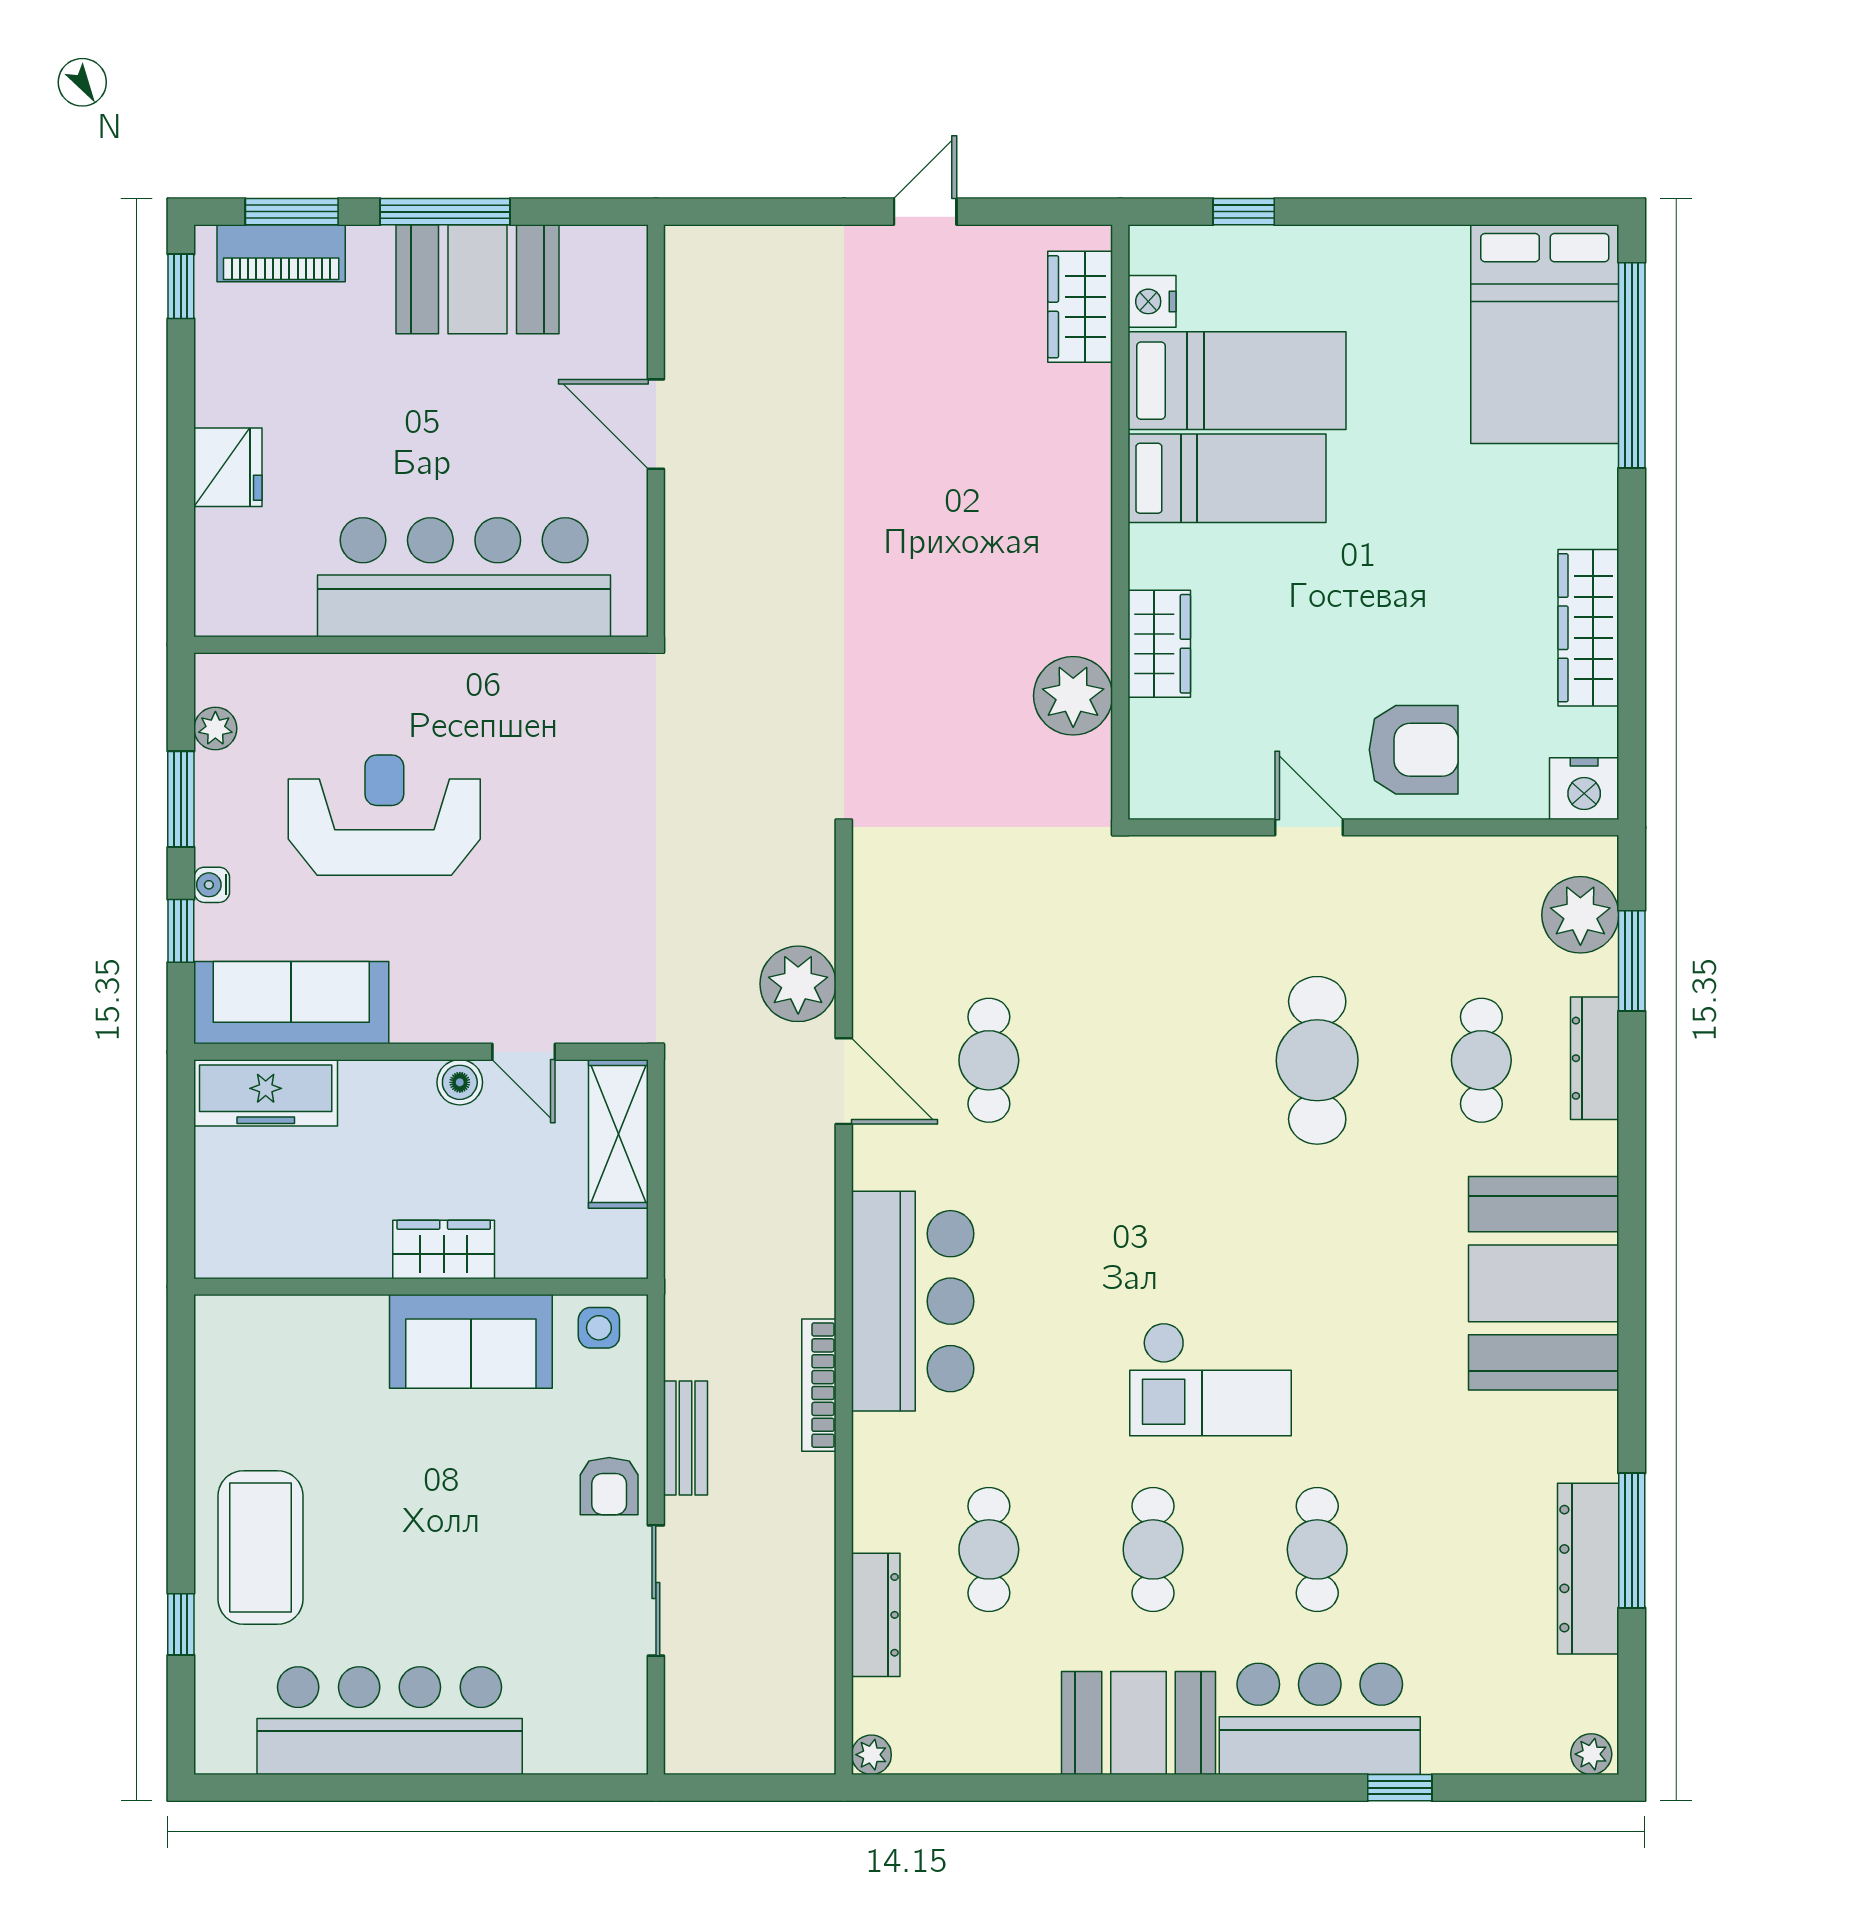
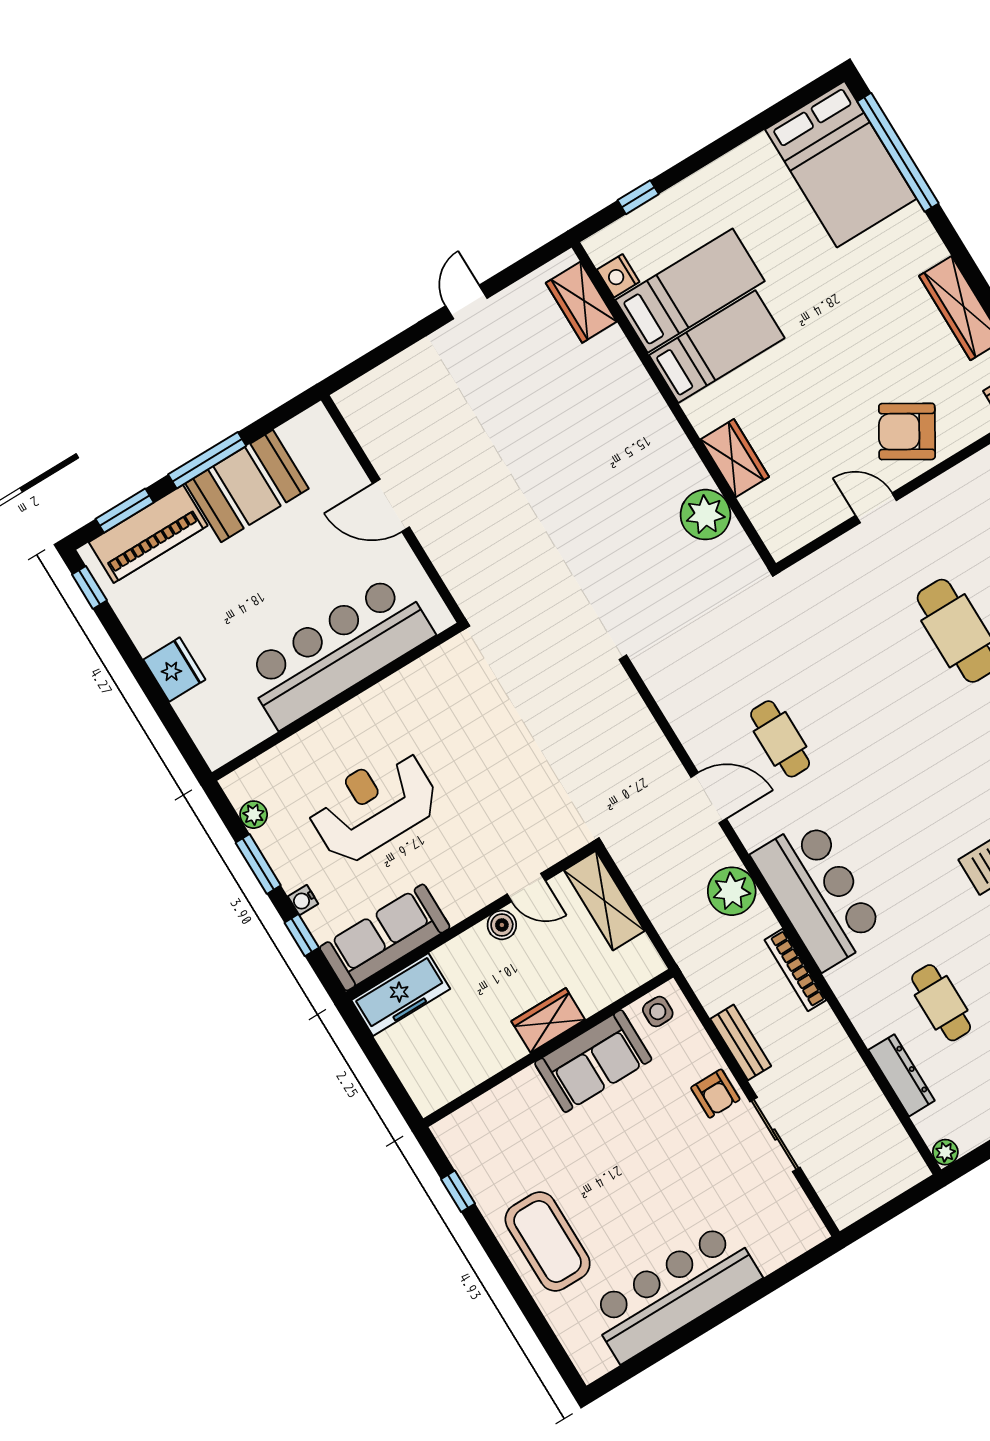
piano: (281, 253) -> (148, 534), width x1.37, depth x1.33
armchair: (1414, 750) -> (907, 431), turned -149
plant: (798, 984) -> (732, 891), moved
window: (181, 1624) -> (458, 1191), moved

